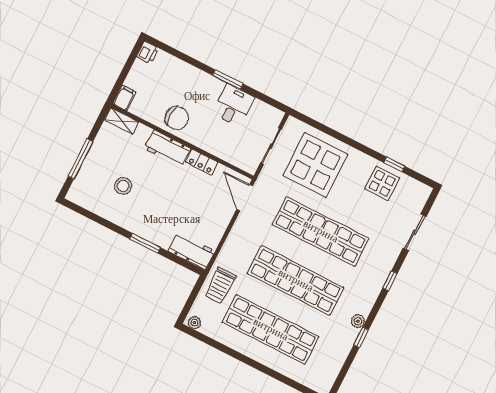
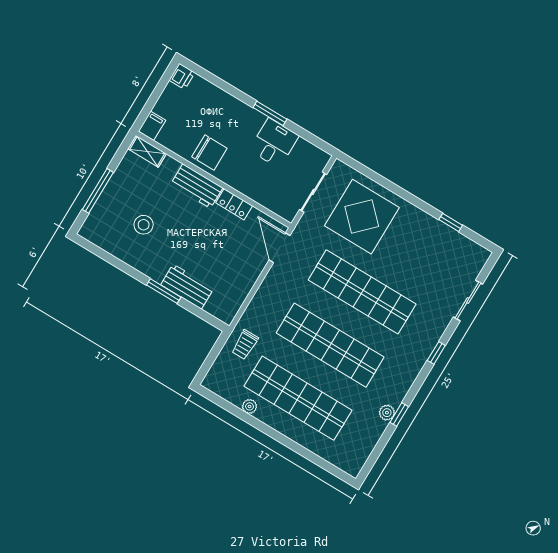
display table: (382, 183) -> (435, 243), removed
workbench: (191, 251) -> (187, 287), moved
trolley: (220, 285) -> (245, 345), width x0.73, depth x0.72
plant: (358, 321) -> (387, 413), moved
plant: (194, 323) -> (250, 406), moved

